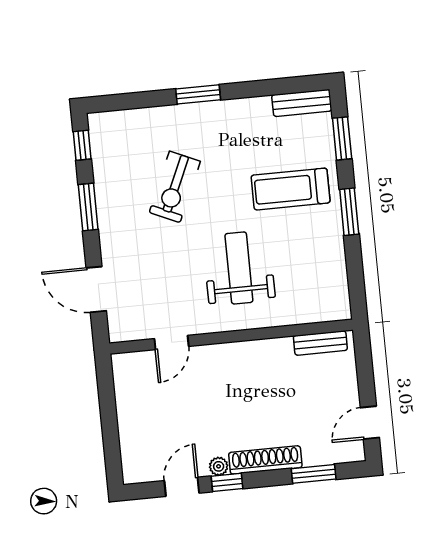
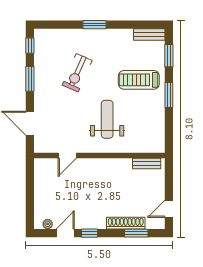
shoe rack: (265, 460) -> (126, 223), moved
plant: (219, 466) -> (48, 224), moved

